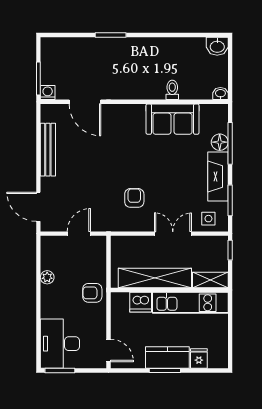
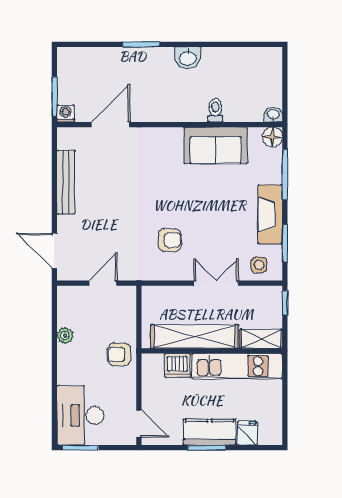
washbasin: (217, 46) -> (188, 58), moved
door: (85, 102) -> (111, 125), swing flipped
floor lamp: (220, 142) -> (272, 137), moved
armchair: (134, 198) -> (170, 240), turned 90

